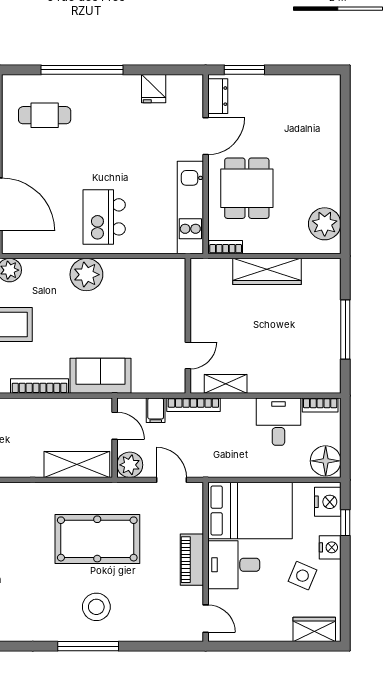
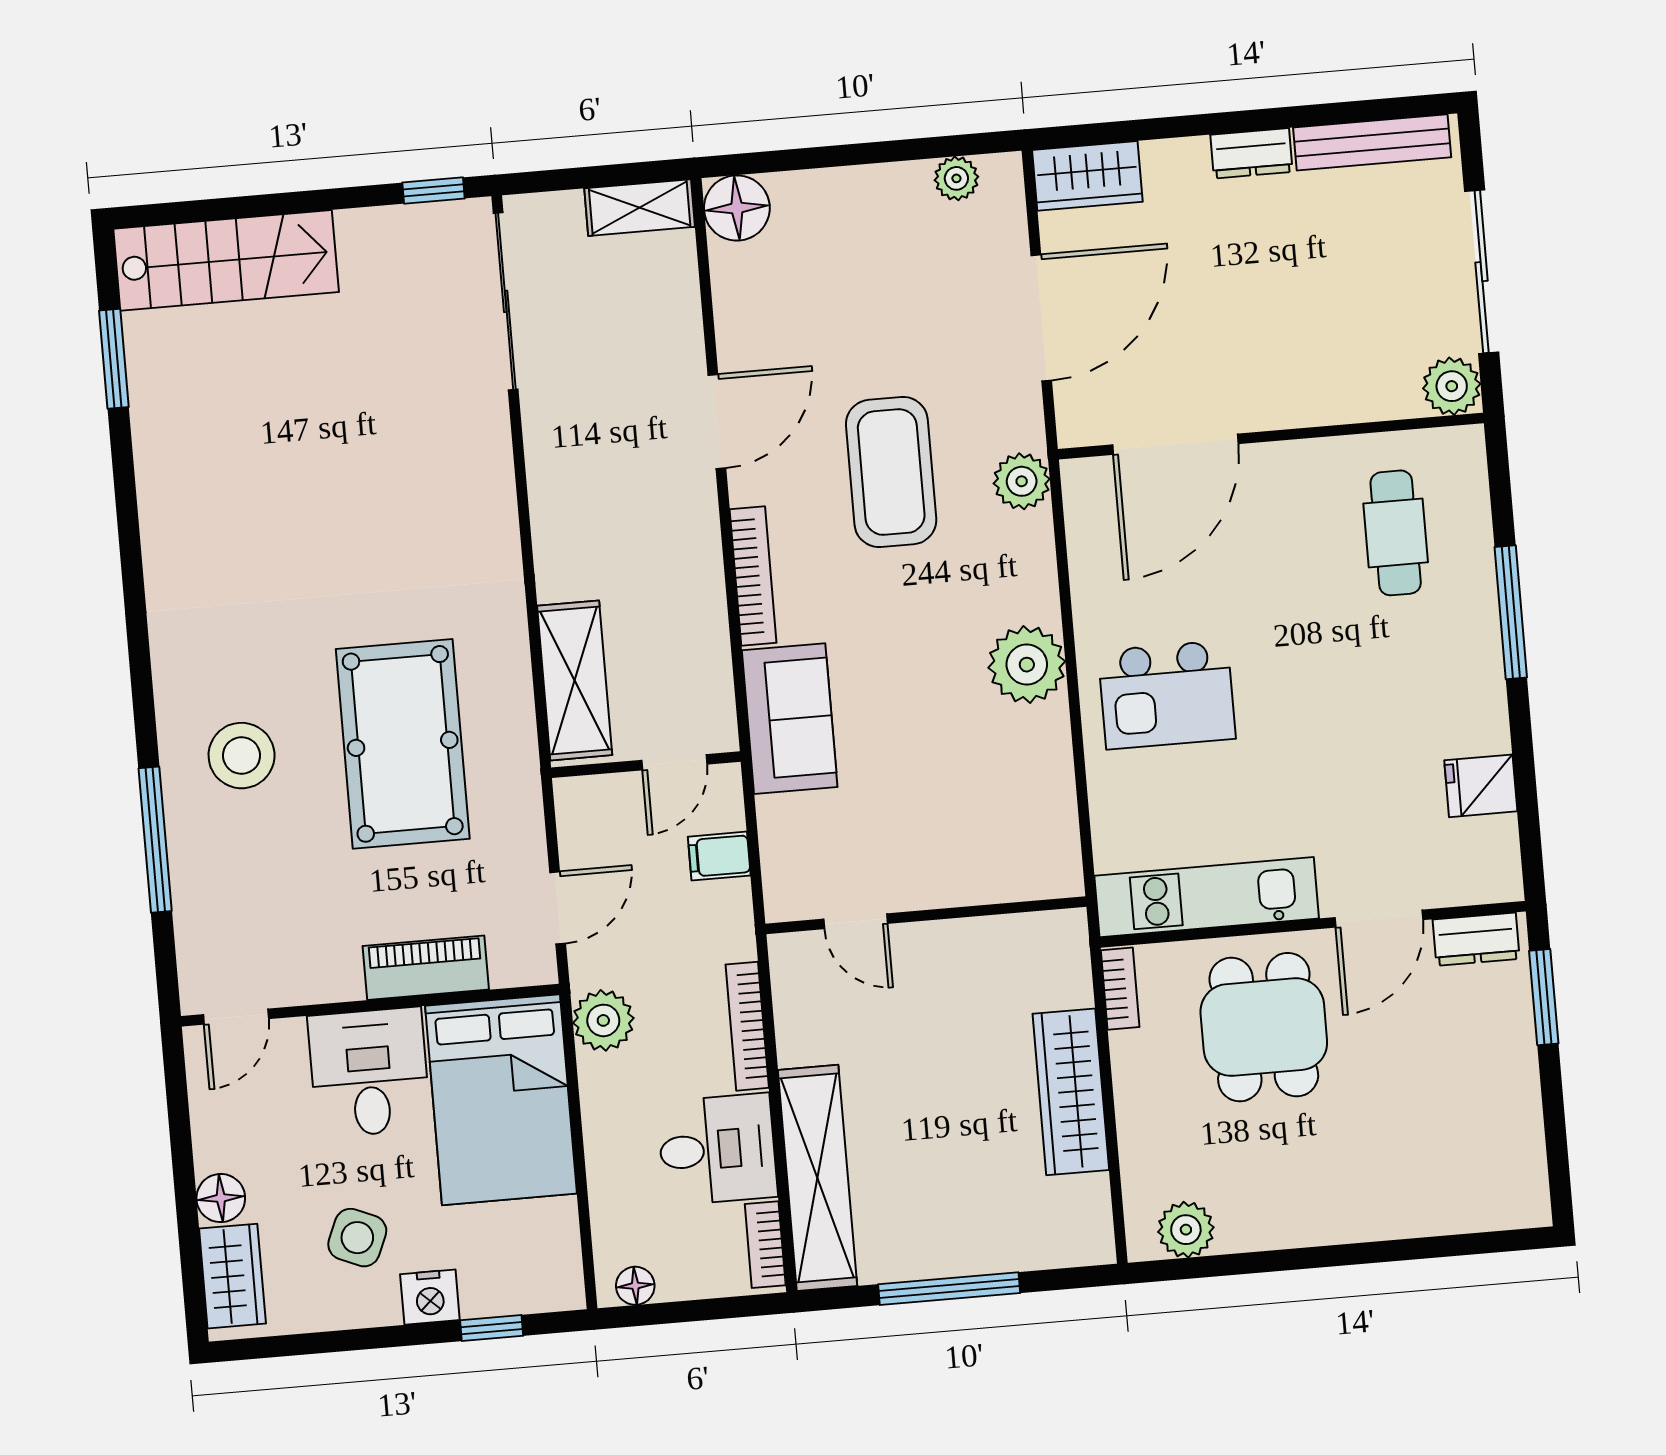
window: (82, 70) -> (1511, 612), width x0.68
door: (206, 136) -> (1379, 919), hinge flipped
dining table: (247, 188) -> (1264, 1027), turned 90
kitchen island: (104, 217) -> (1167, 695), turned 180
plant: (325, 224) -> (1186, 1230), width x0.73, depth x0.73
shelving: (226, 384) -> (817, 1178), moved, width x2.20, depth x1.33
bookcase: (193, 405) -> (747, 1026), moved
floor lamp: (326, 461) -> (635, 1286), width x0.53, depth x0.53
plant: (130, 465) -> (603, 1020), moved
nightstand: (328, 502) -> (537, 1282), removed
piano: (192, 560) -> (426, 968), moved
floor lamp: (281, 631) -> (221, 1198), added
window: (88, 646) -> (155, 840), moved

